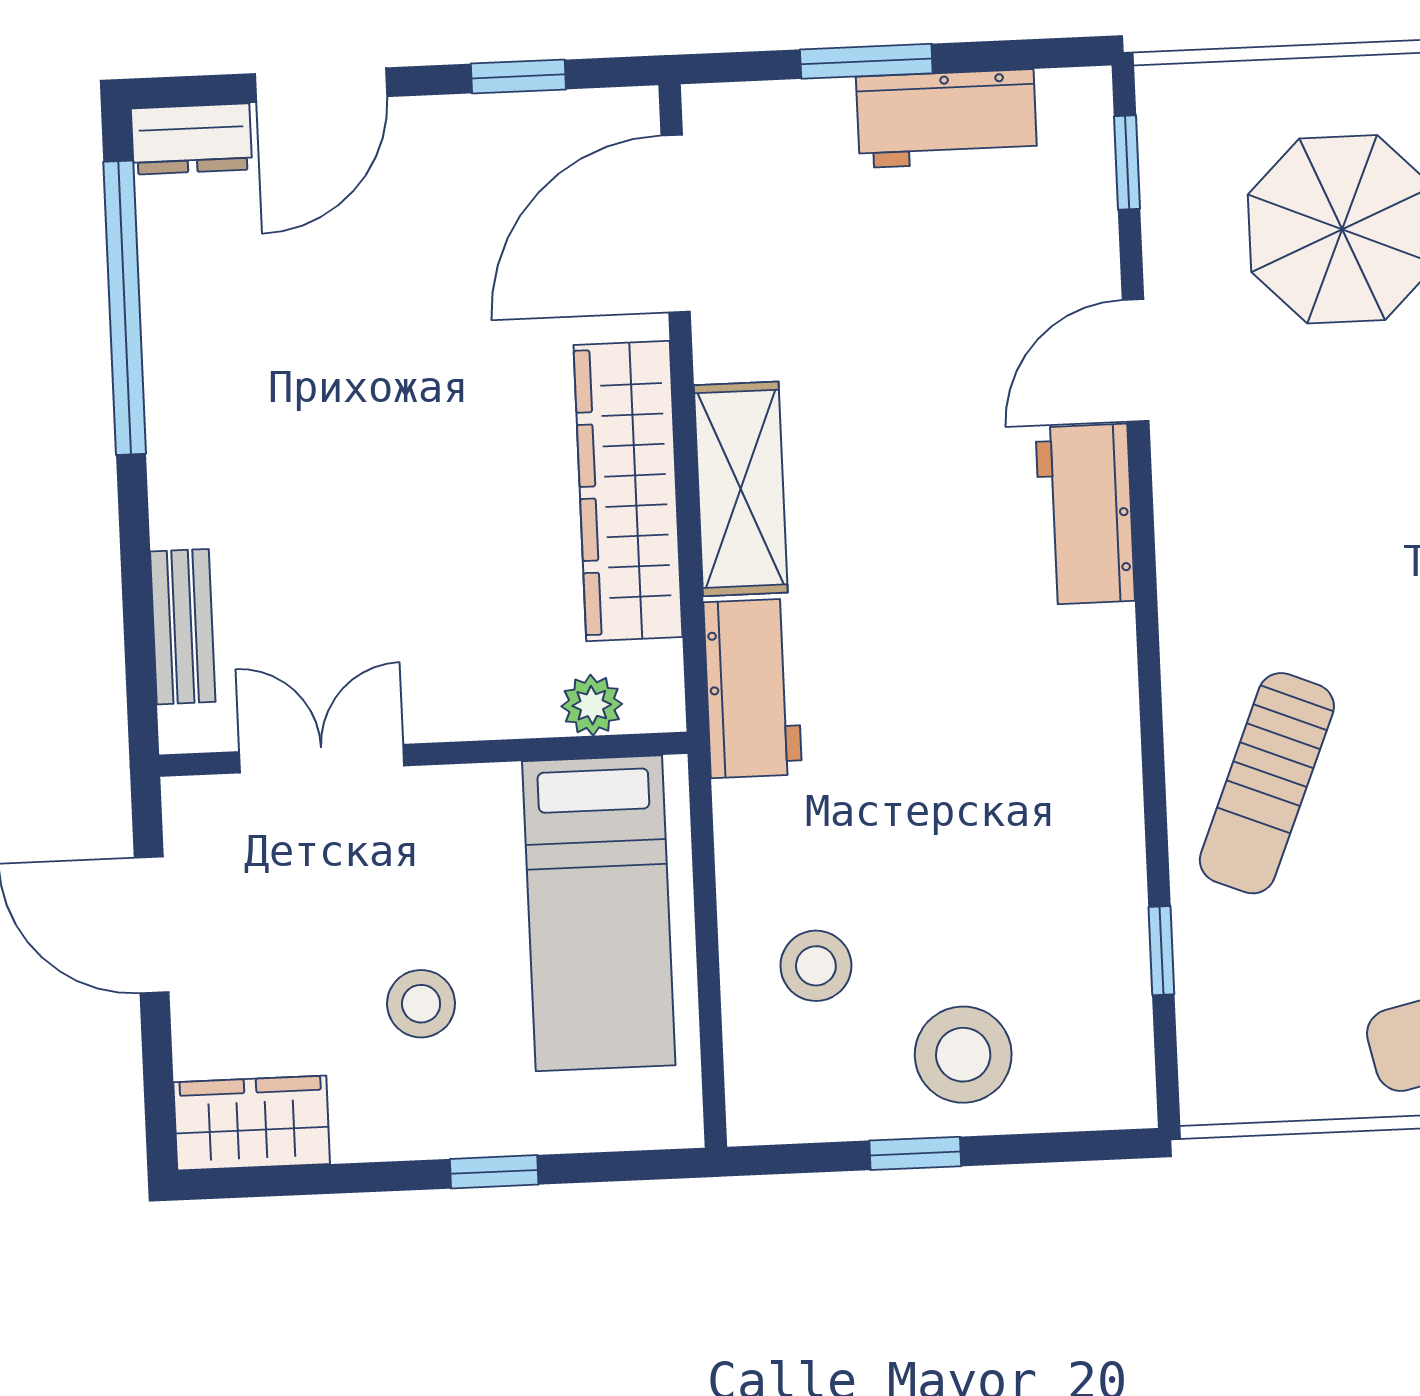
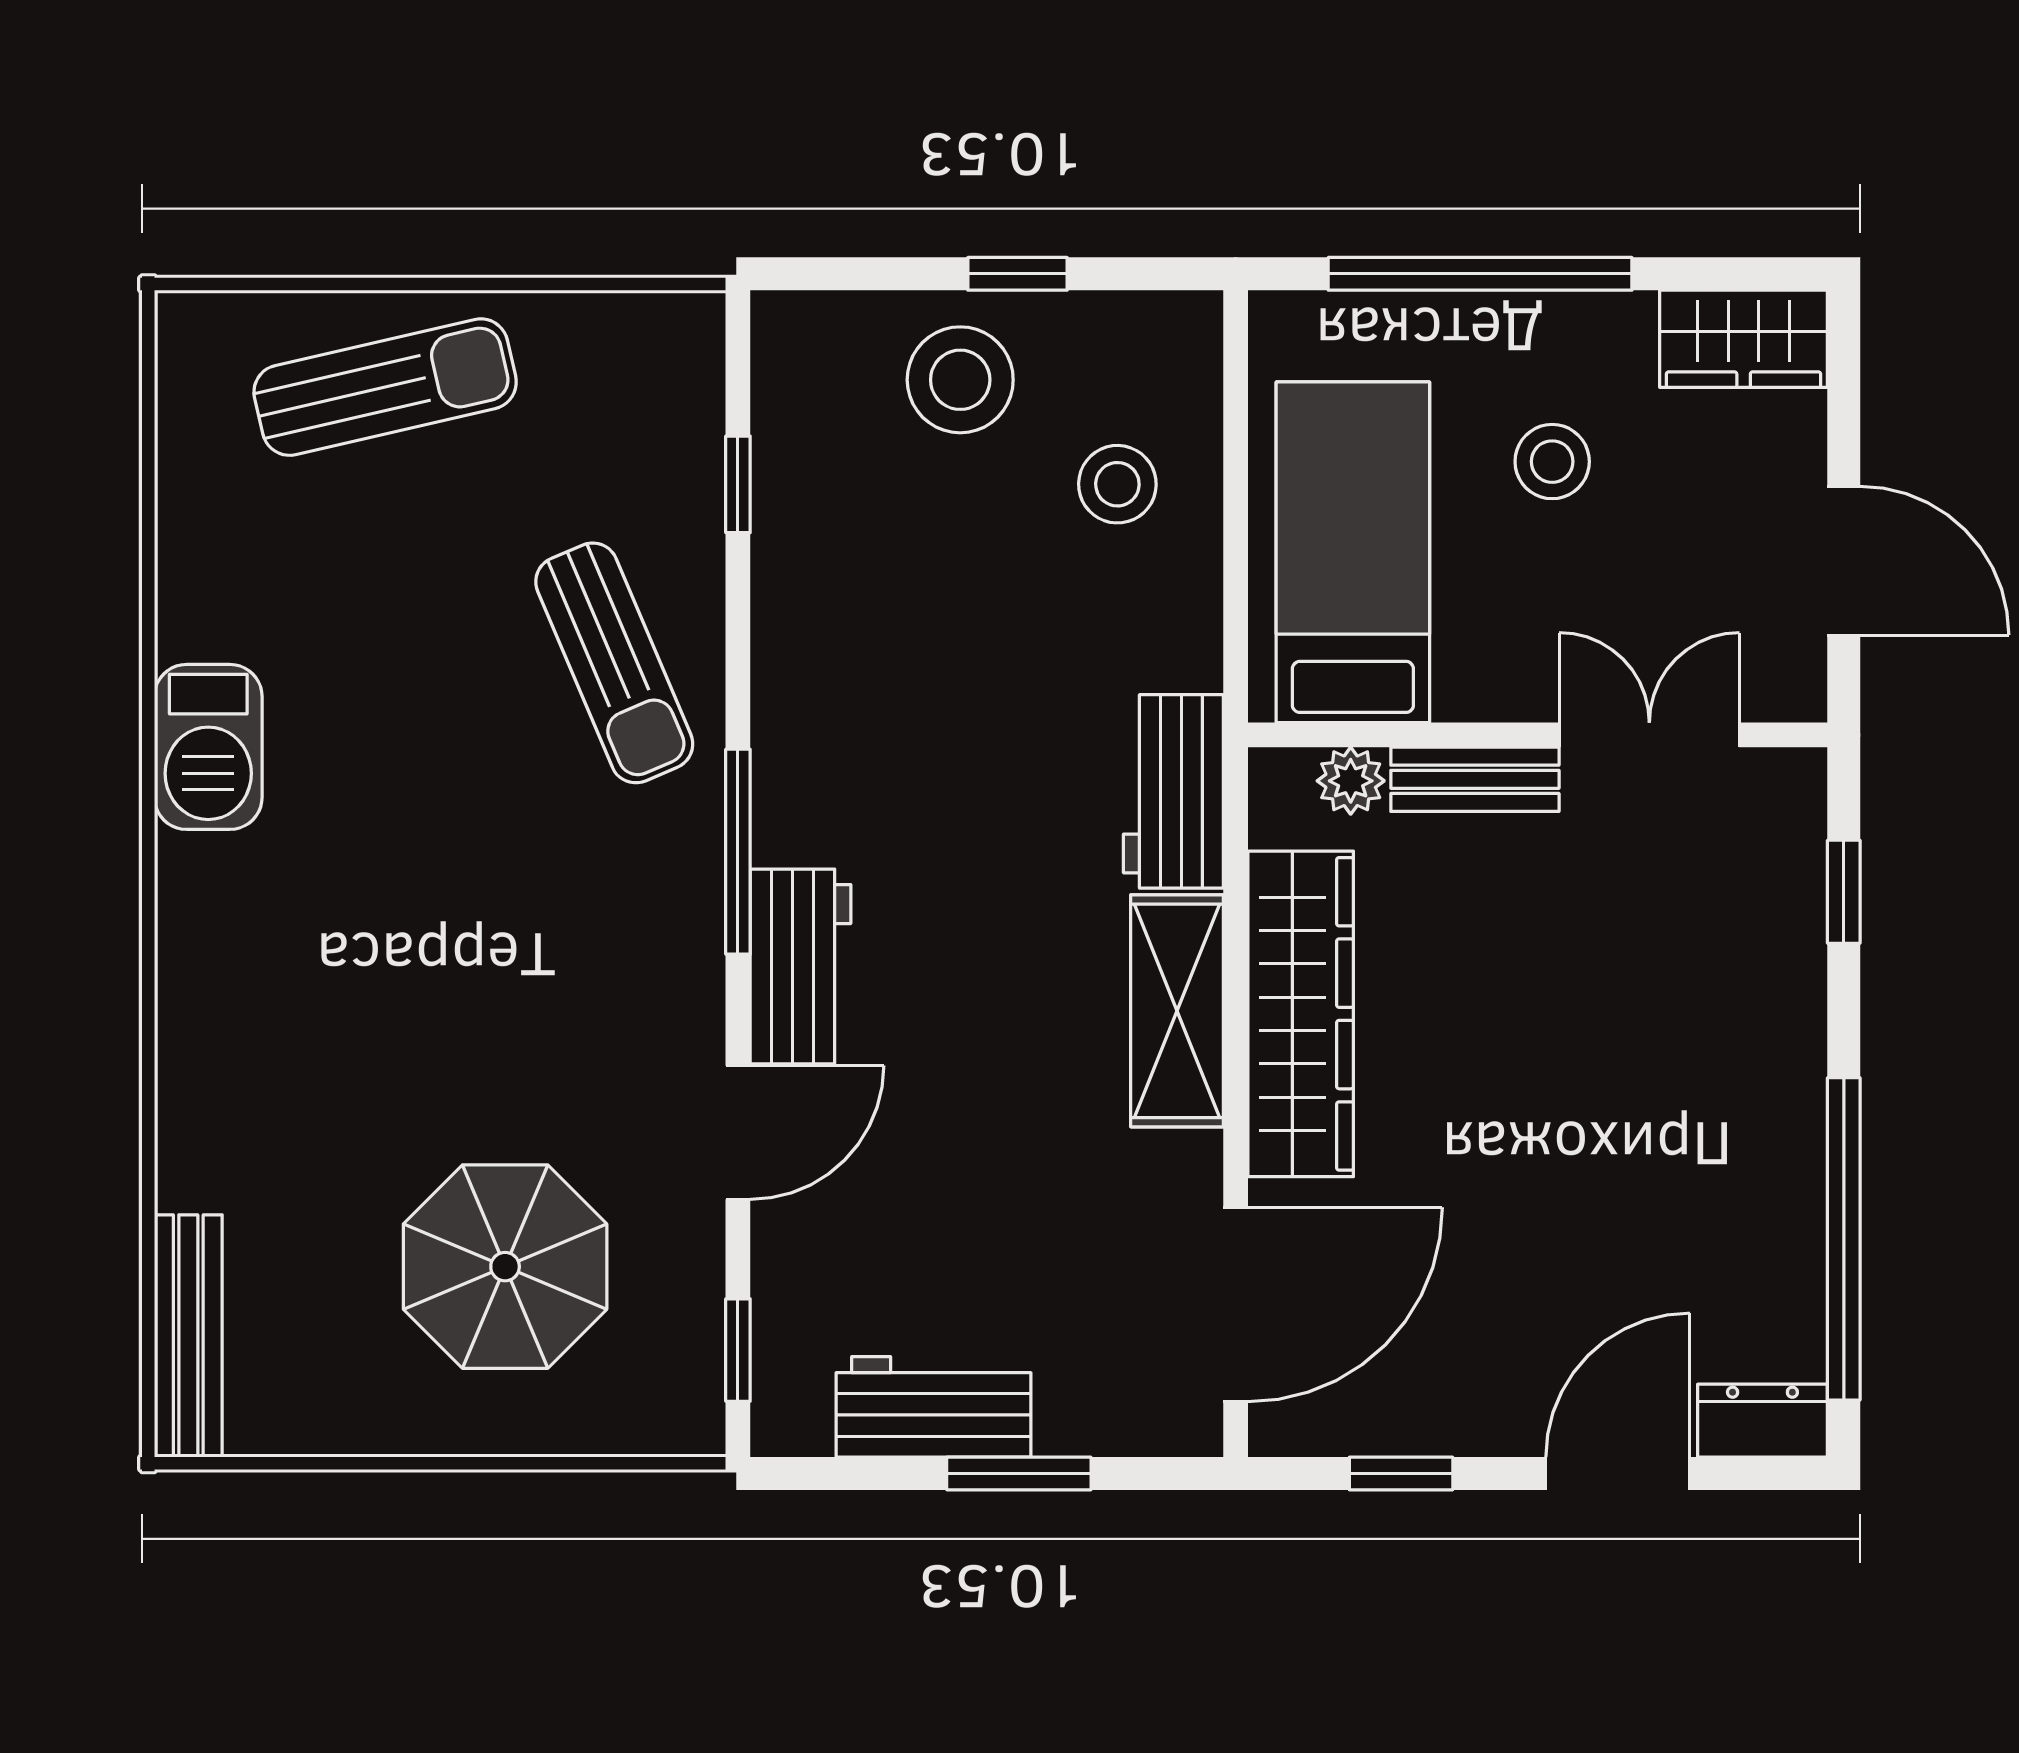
window: (1147, 616) -> (738, 852), added
window: (138, 624) -> (1844, 892), added
bench: (183, 627) -> (1475, 779), moved, turned 90
double door: (322, 759) -> (1649, 735), swing flipped
sun lounger: (1267, 783) -> (614, 663), turned 135
window: (494, 1172) -> (1480, 274), width x3.17

